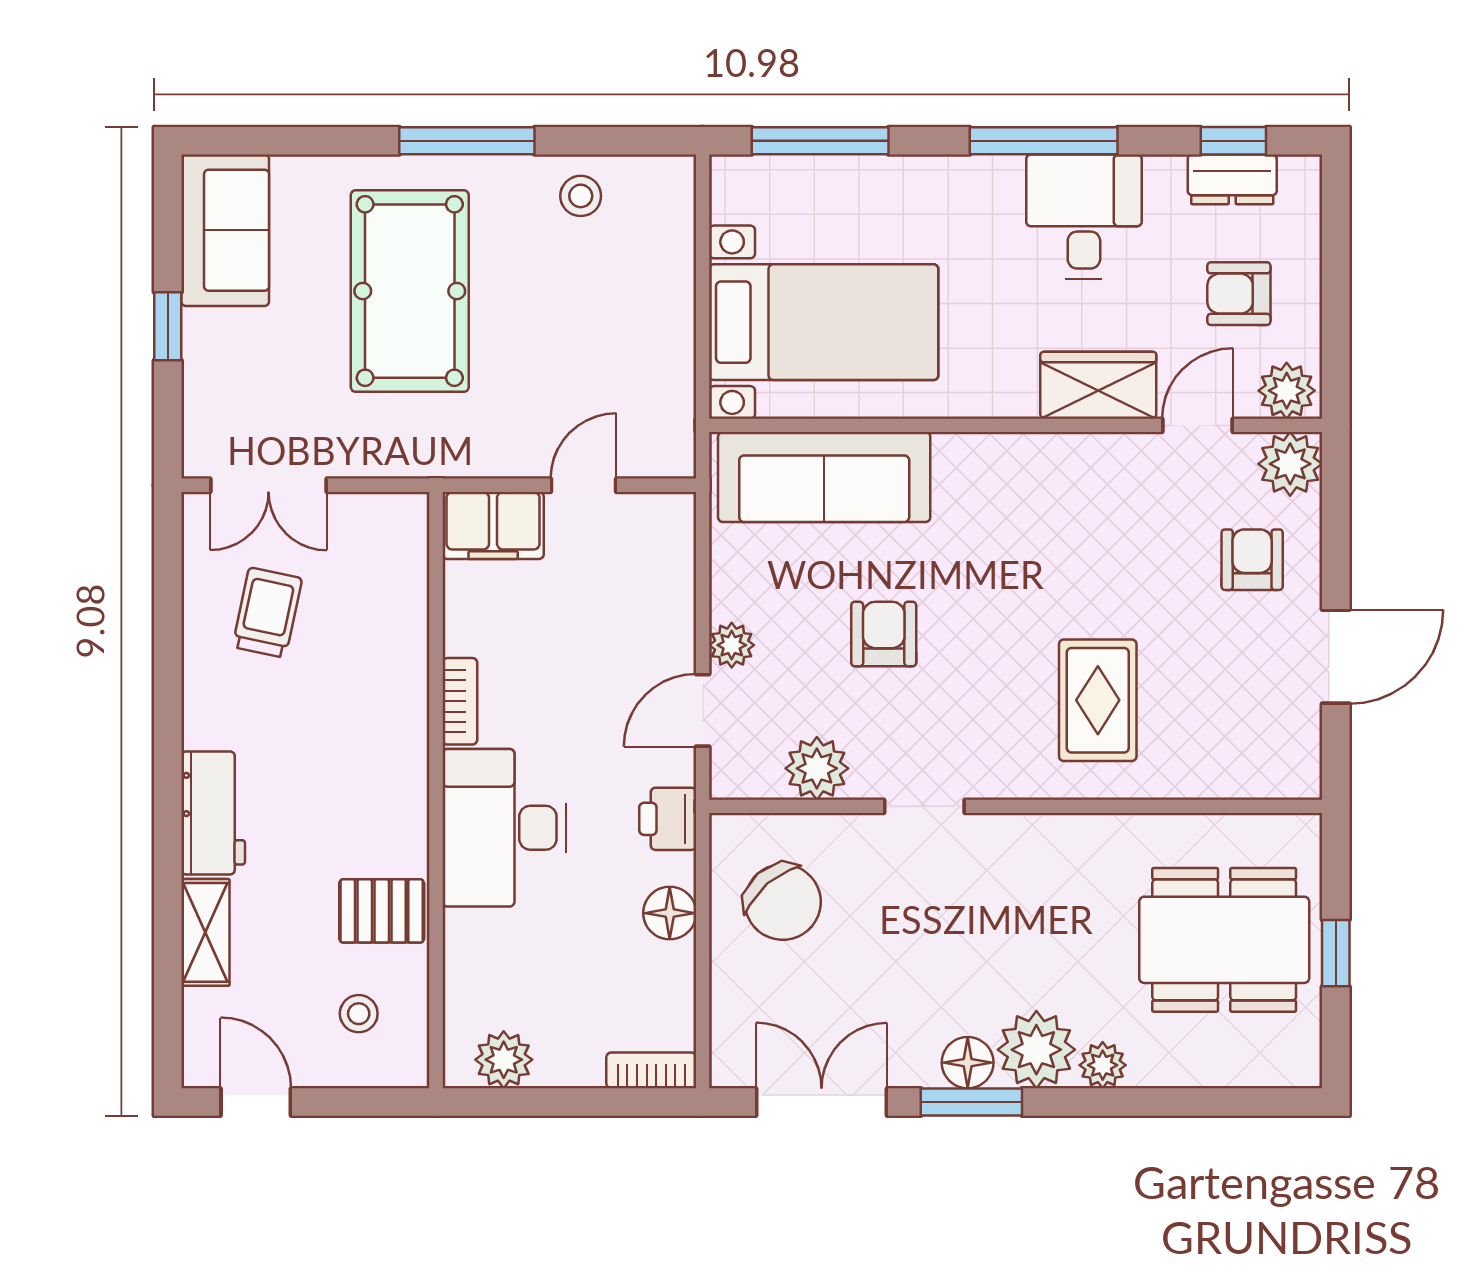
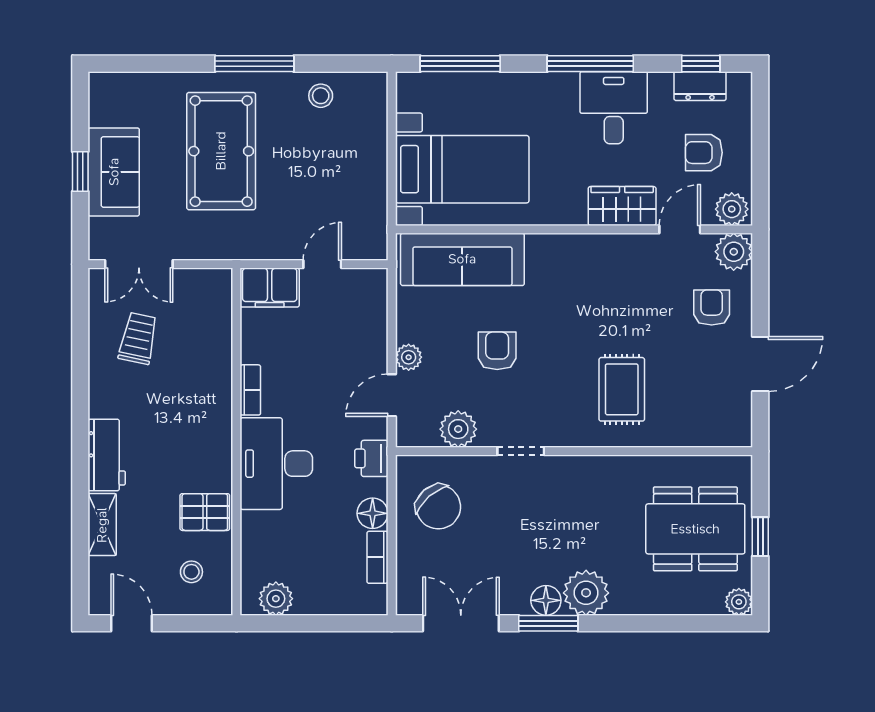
sofa: (225, 230) -> (114, 172), moved
plant: (1103, 1065) -> (739, 602), moved
bookcase: (651, 1070) -> (377, 557), moved, turned -90

